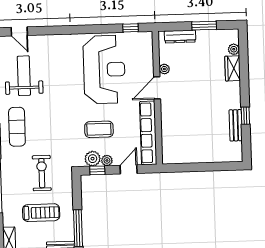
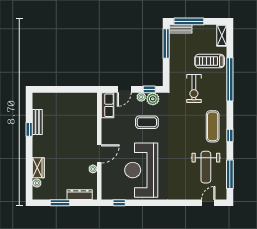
door: (19, 31) -> (208, 203), hinge flipped
row of seats: (148, 133) -> (107, 105), width x0.50
treadmill: (41, 213) -> (210, 61), moved

